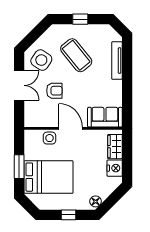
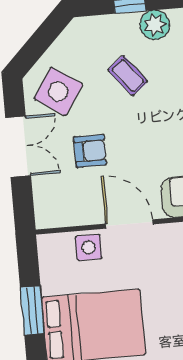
plant: (92, 31) -> (155, 25), added
coffee table: (76, 55) -> (128, 76), width x0.54, depth x0.58

